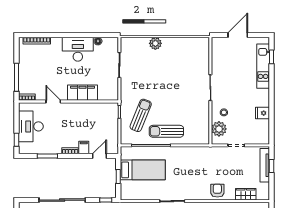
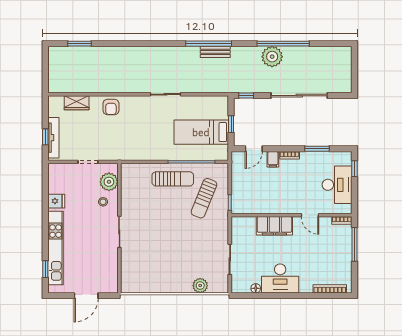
plant: (155, 43) -> (200, 286), moved
kitchen unit: (263, 66) -> (56, 248), width x1.36

